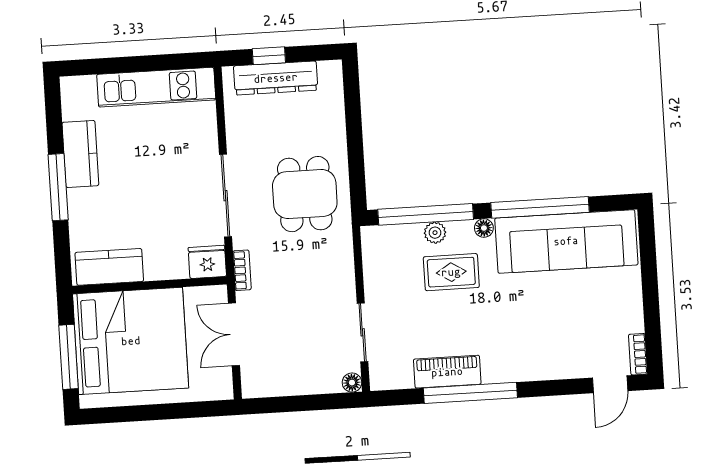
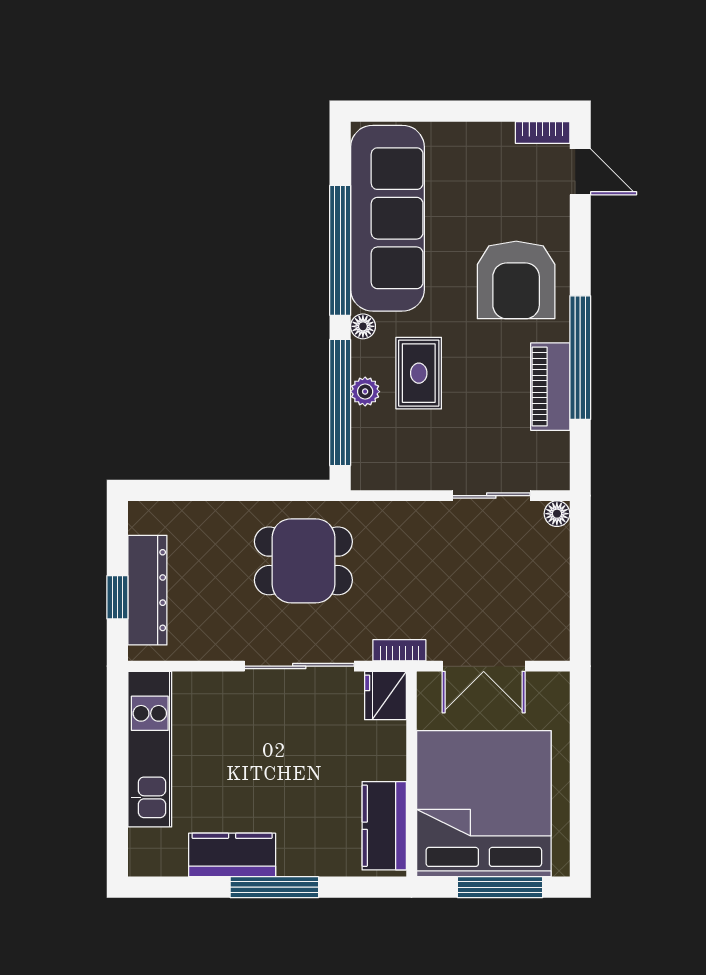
armchair: (526, 341) -> (516, 280), added

